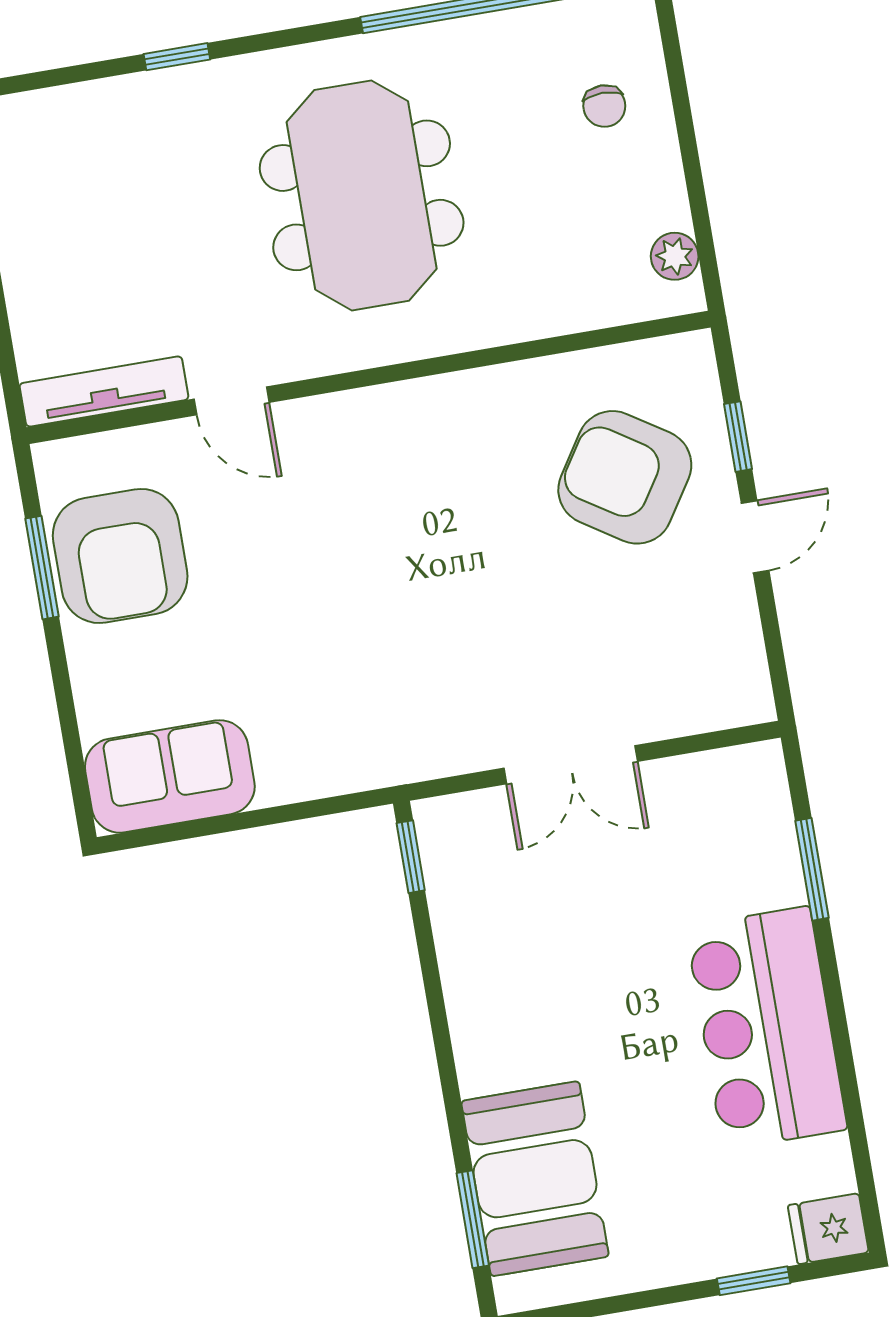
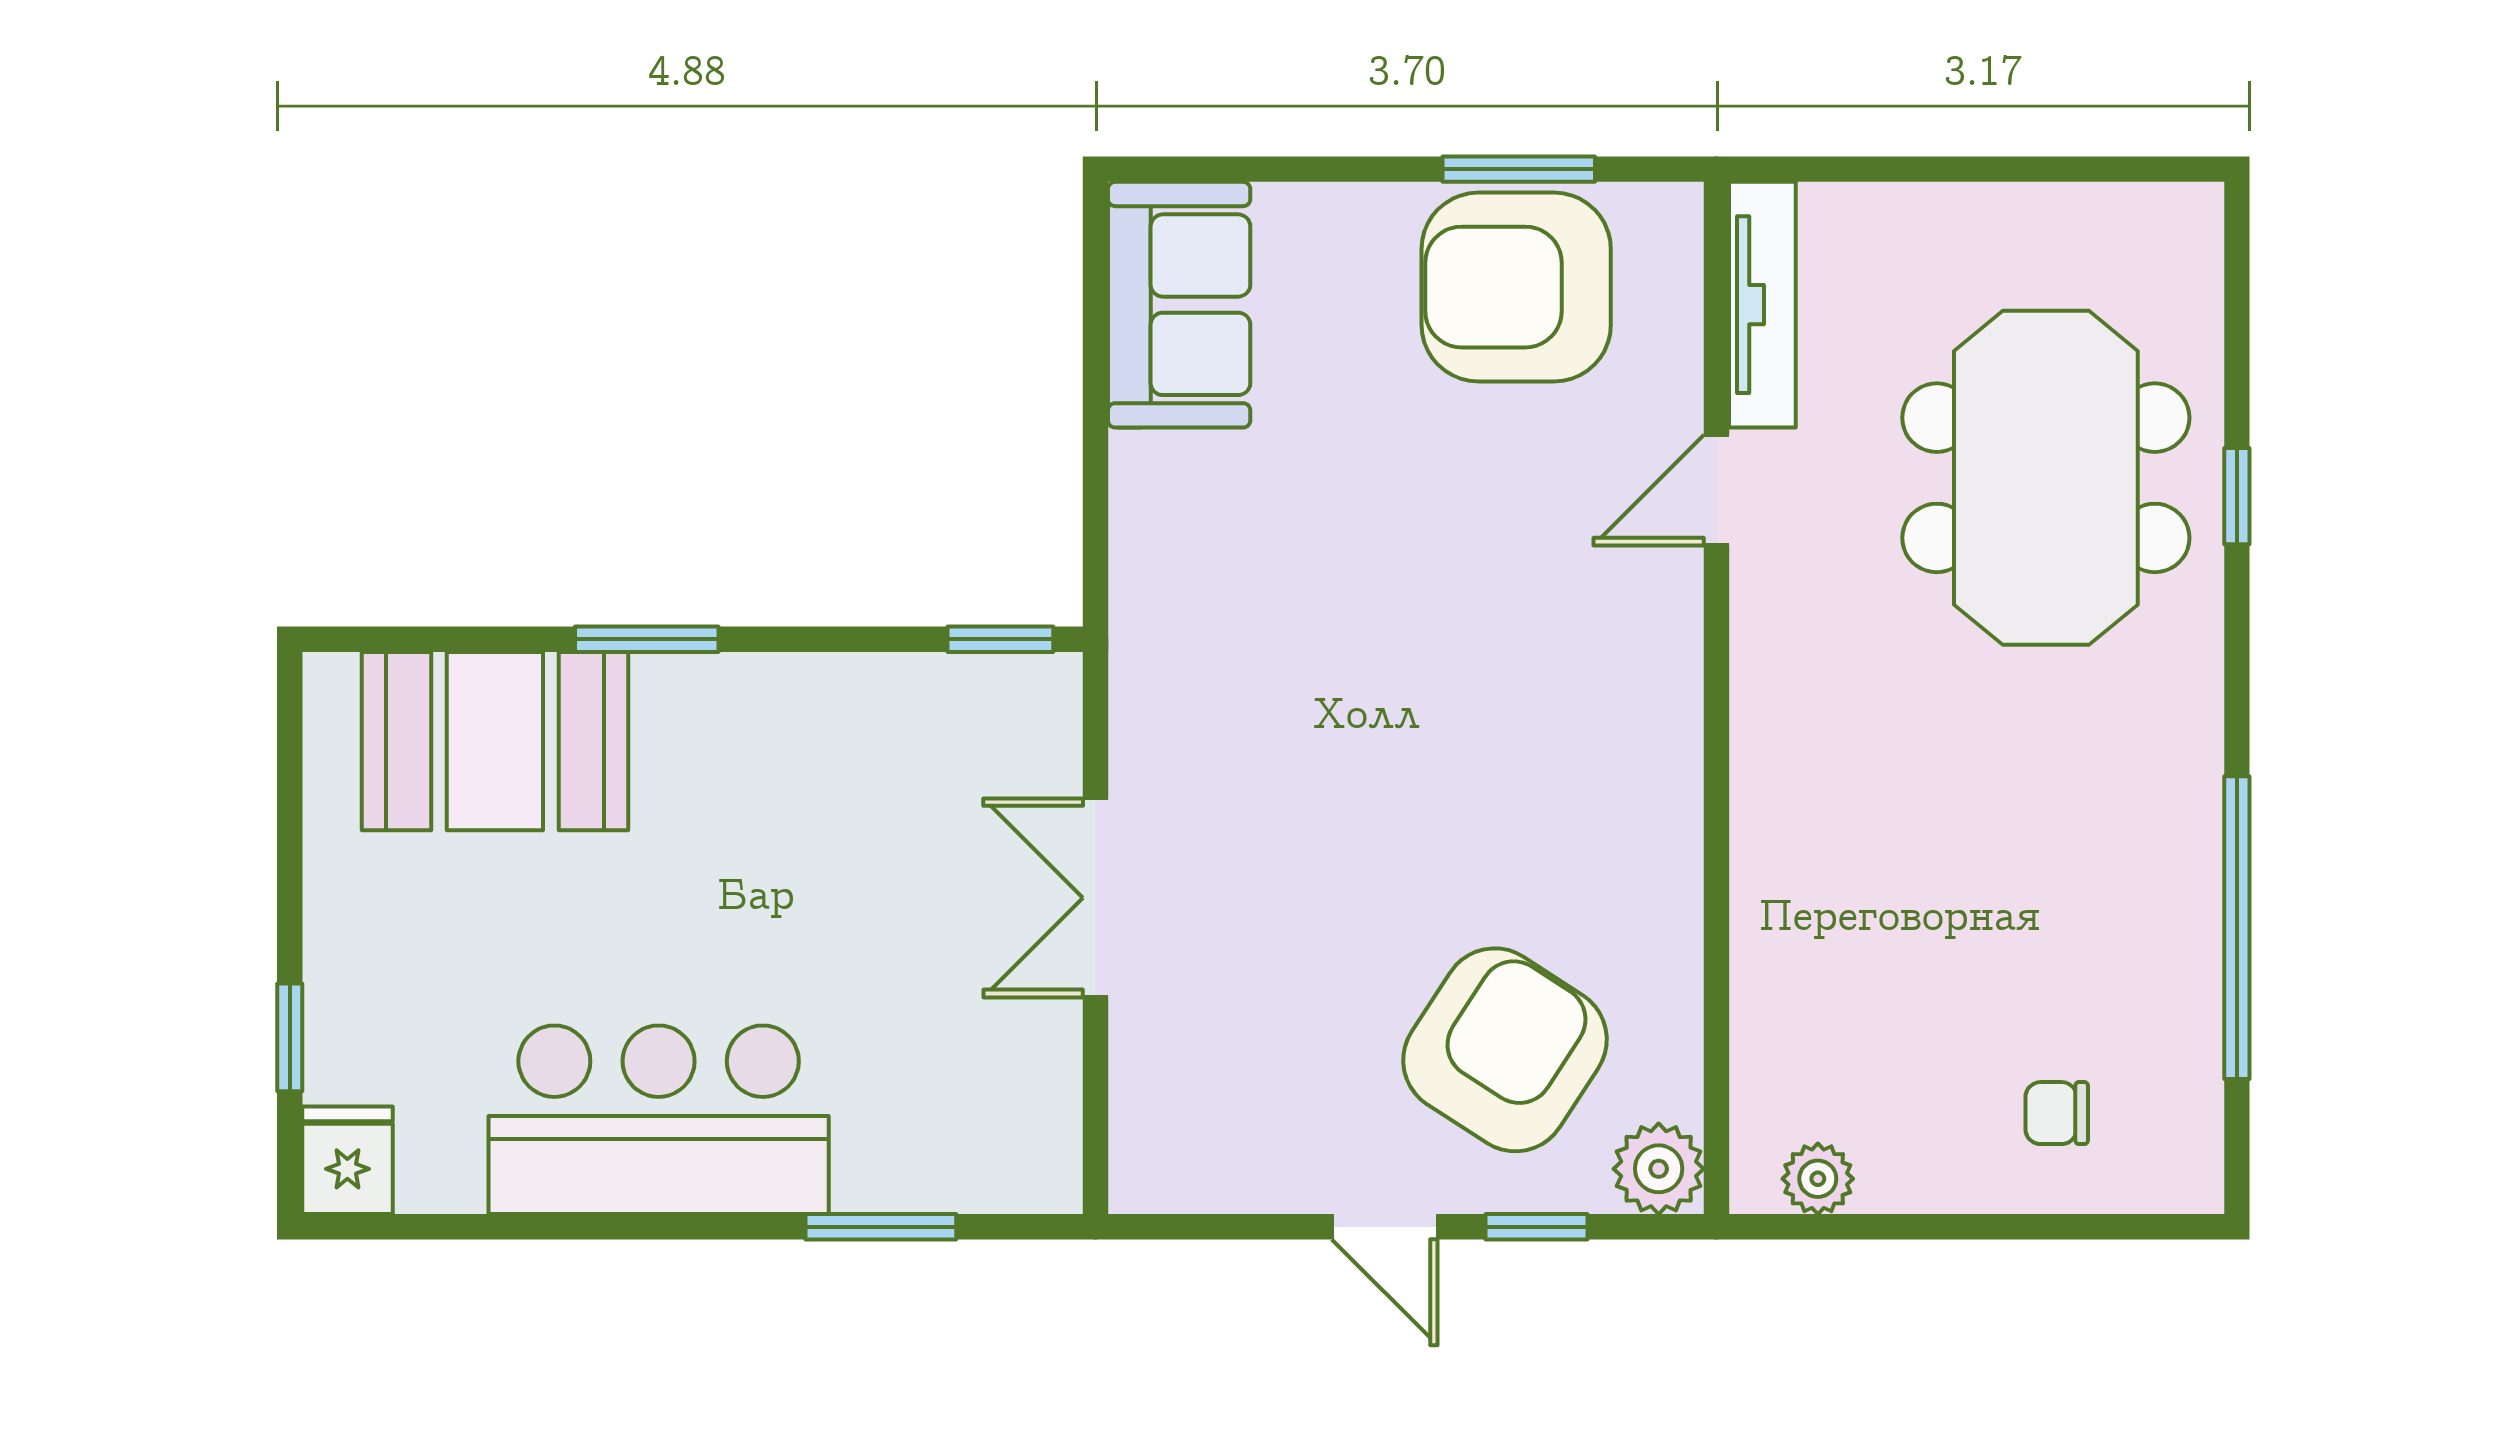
meeting table: (362, 195) -> (2046, 478), moved, turned 90
plant: (686, 362) -> (1659, 1169), added
window: (473, 1219) -> (647, 639), moved

